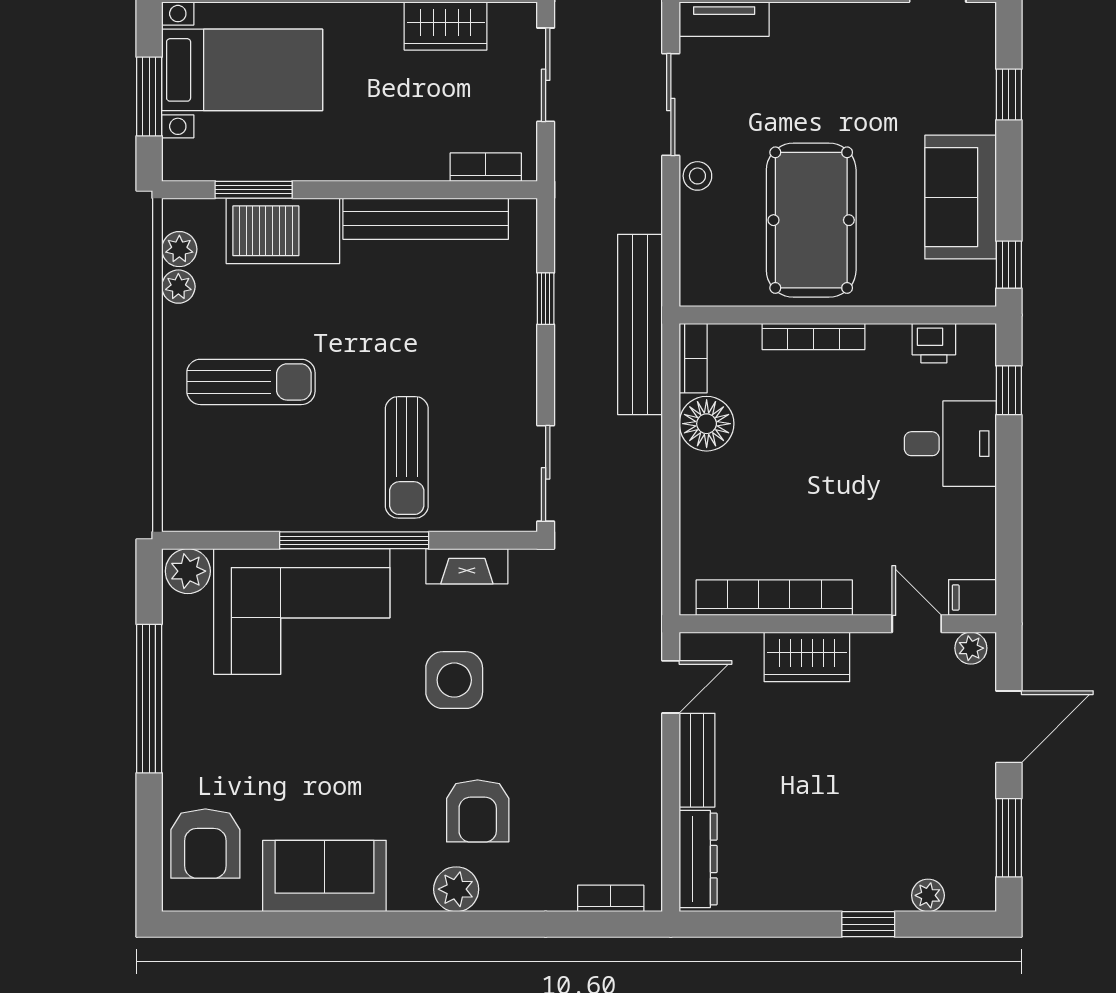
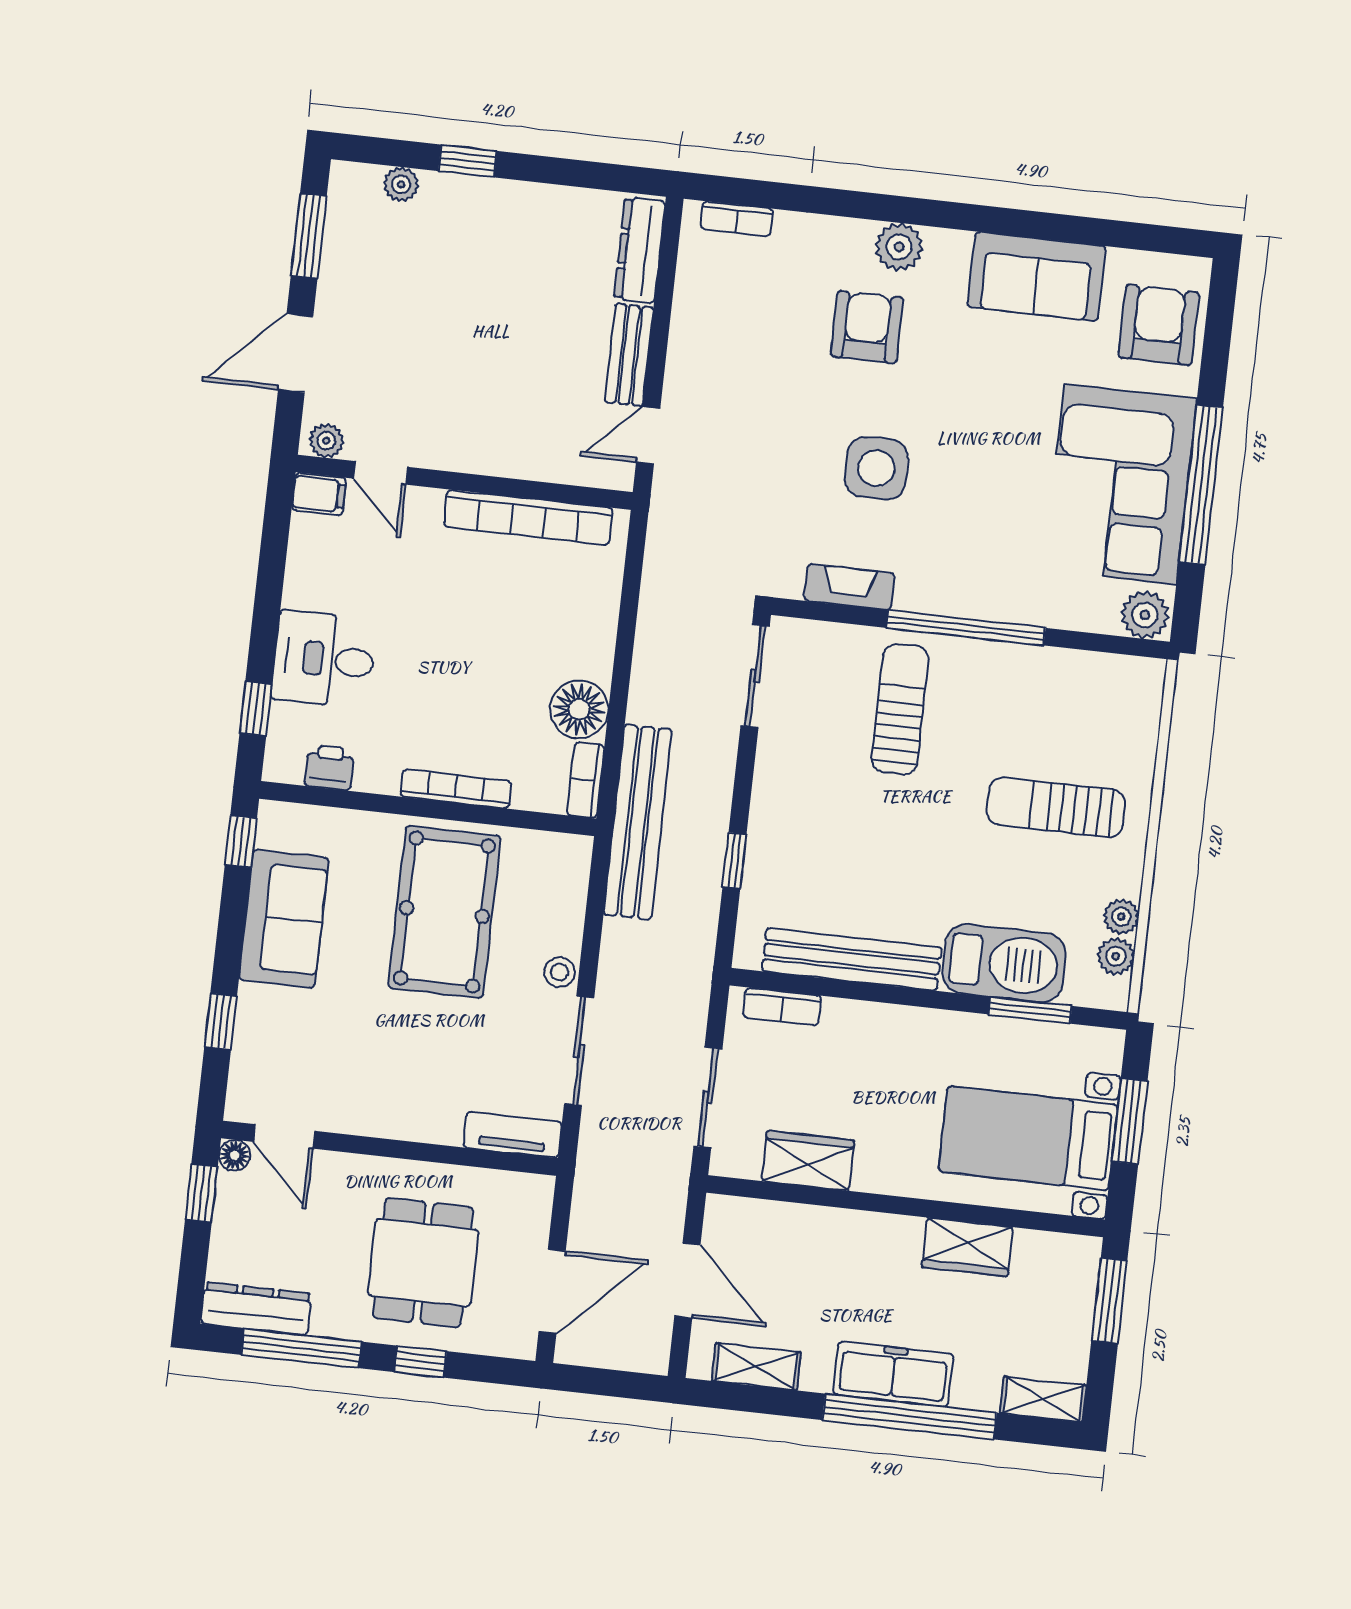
corner sofa: (302, 612) -> (1120, 484), moved, turned -90
wardrobe: (807, 657) -> (501, 451), removed

